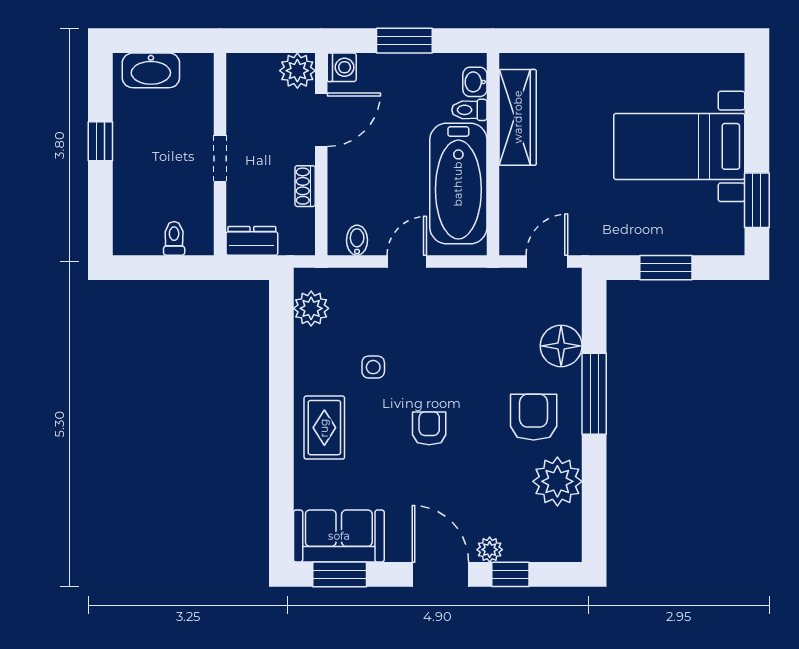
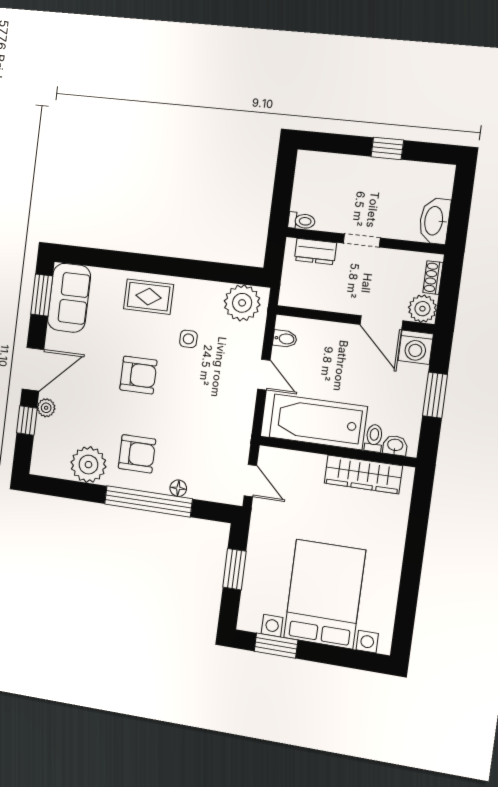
washing machine: (342, 67) -> (416, 347), width x1.38, depth x1.38
washbasin: (151, 70) -> (434, 221), moved
bed with nightstands: (679, 146) -> (325, 594), width x1.36
shoe rack: (305, 186) -> (433, 278), moved, turned -90
toilet: (174, 238) -> (302, 221), moved
dresser: (252, 241) -> (315, 252), moved, turned 90
plant: (311, 308) -> (242, 303), width x1.36, depth x1.36
floor lamp: (561, 346) -> (178, 488), width x0.53, depth x0.53
window: (594, 394) -> (148, 501), width x1.46
armchair: (429, 428) -> (138, 375), width x1.38, depth x1.38

